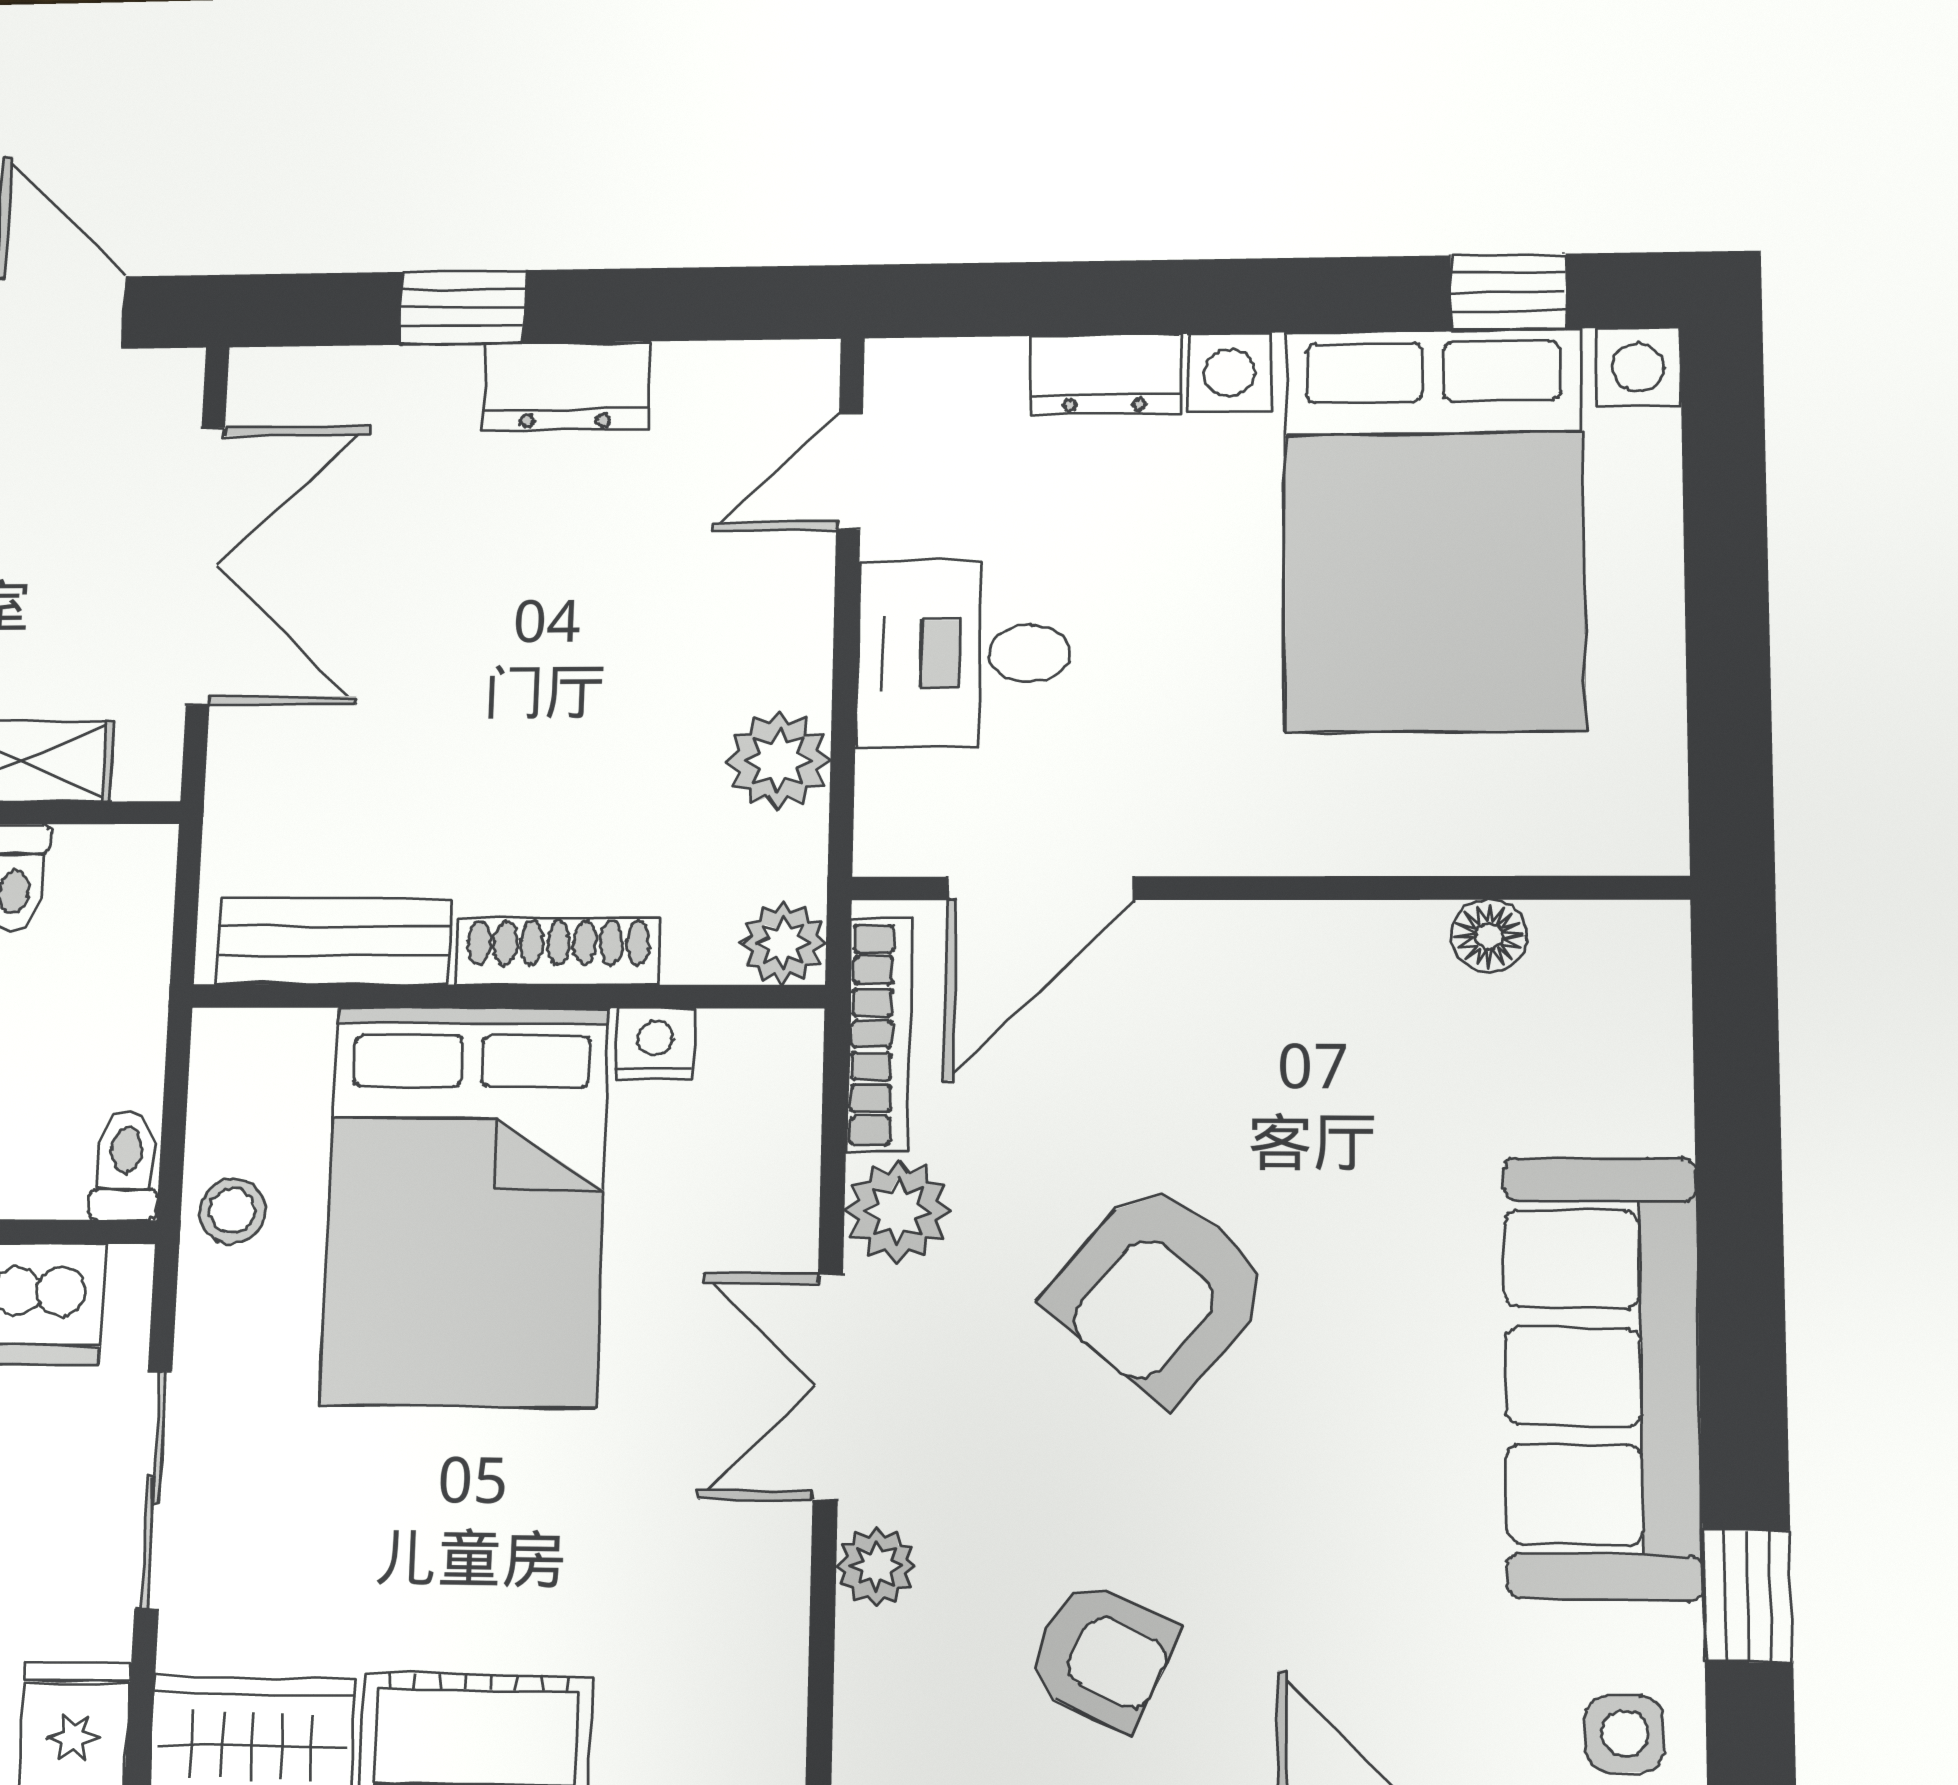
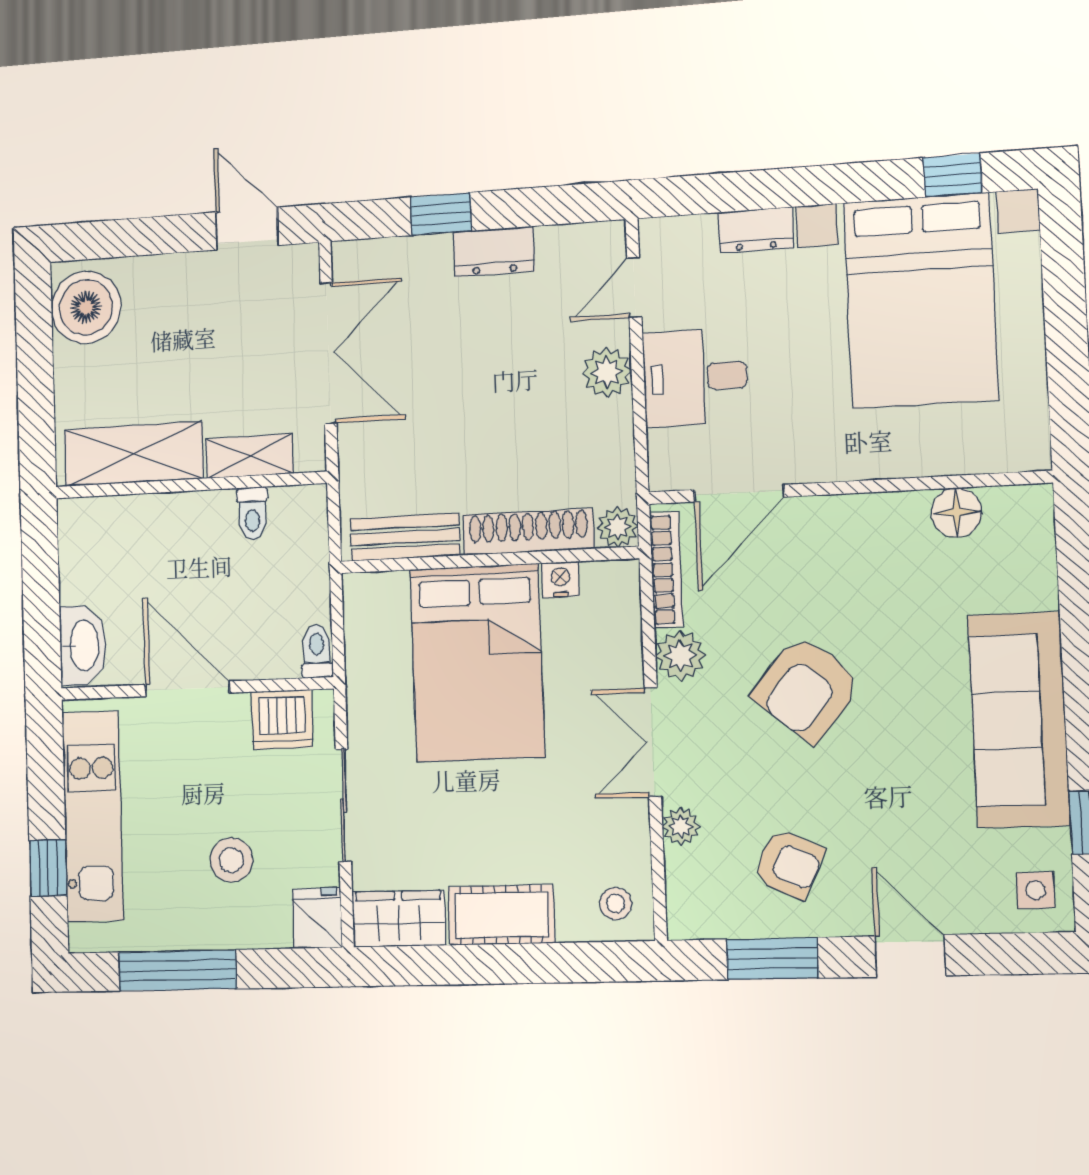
plant: (778, 760) -> (607, 372), moved
floor lamp: (1489, 936) -> (956, 512), width x1.37, depth x1.37
shoe rack: (558, 951) -> (528, 532), width x1.36, depth x1.24
stool: (232, 1211) -> (616, 903), moved

